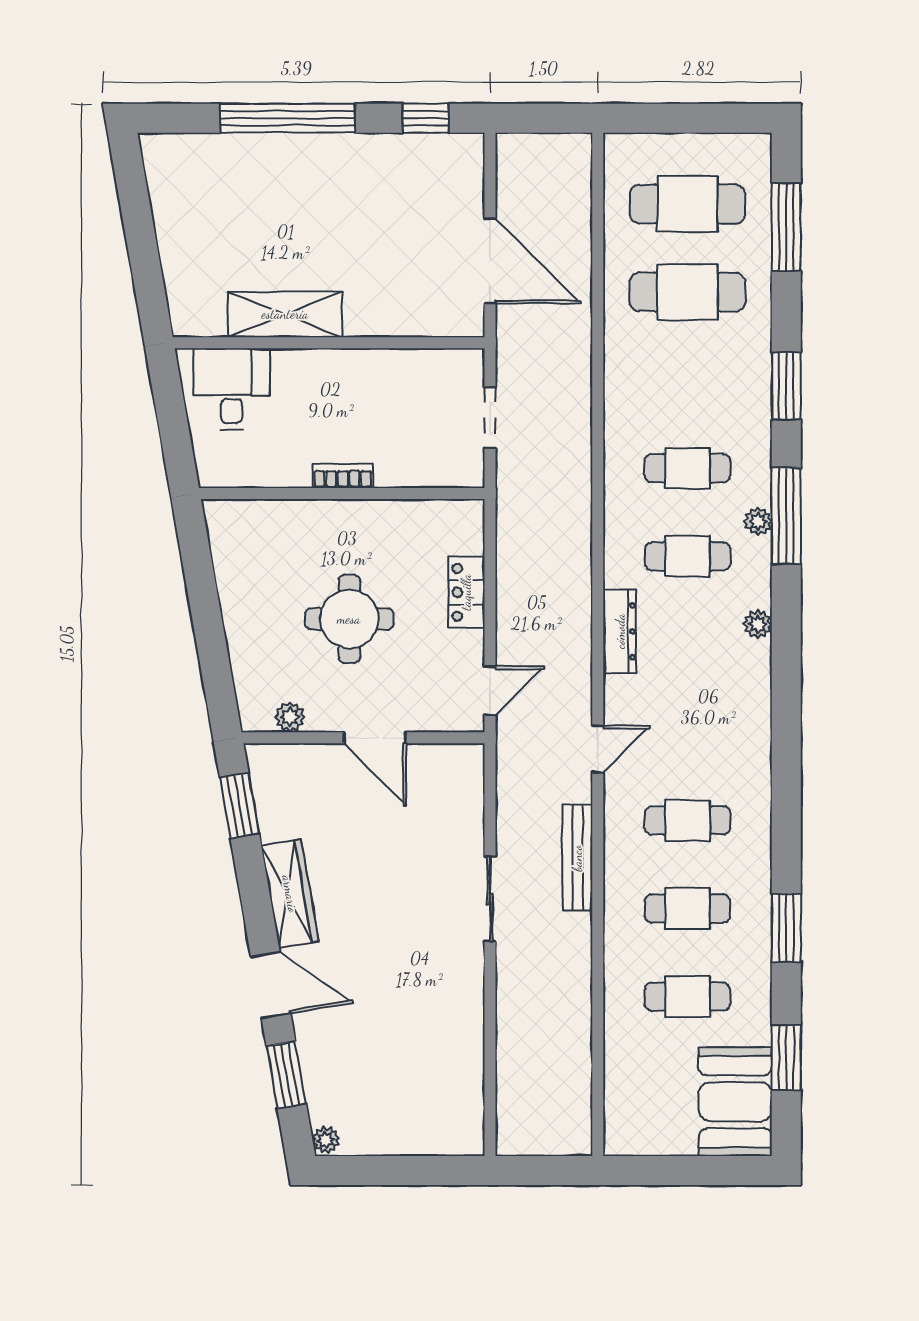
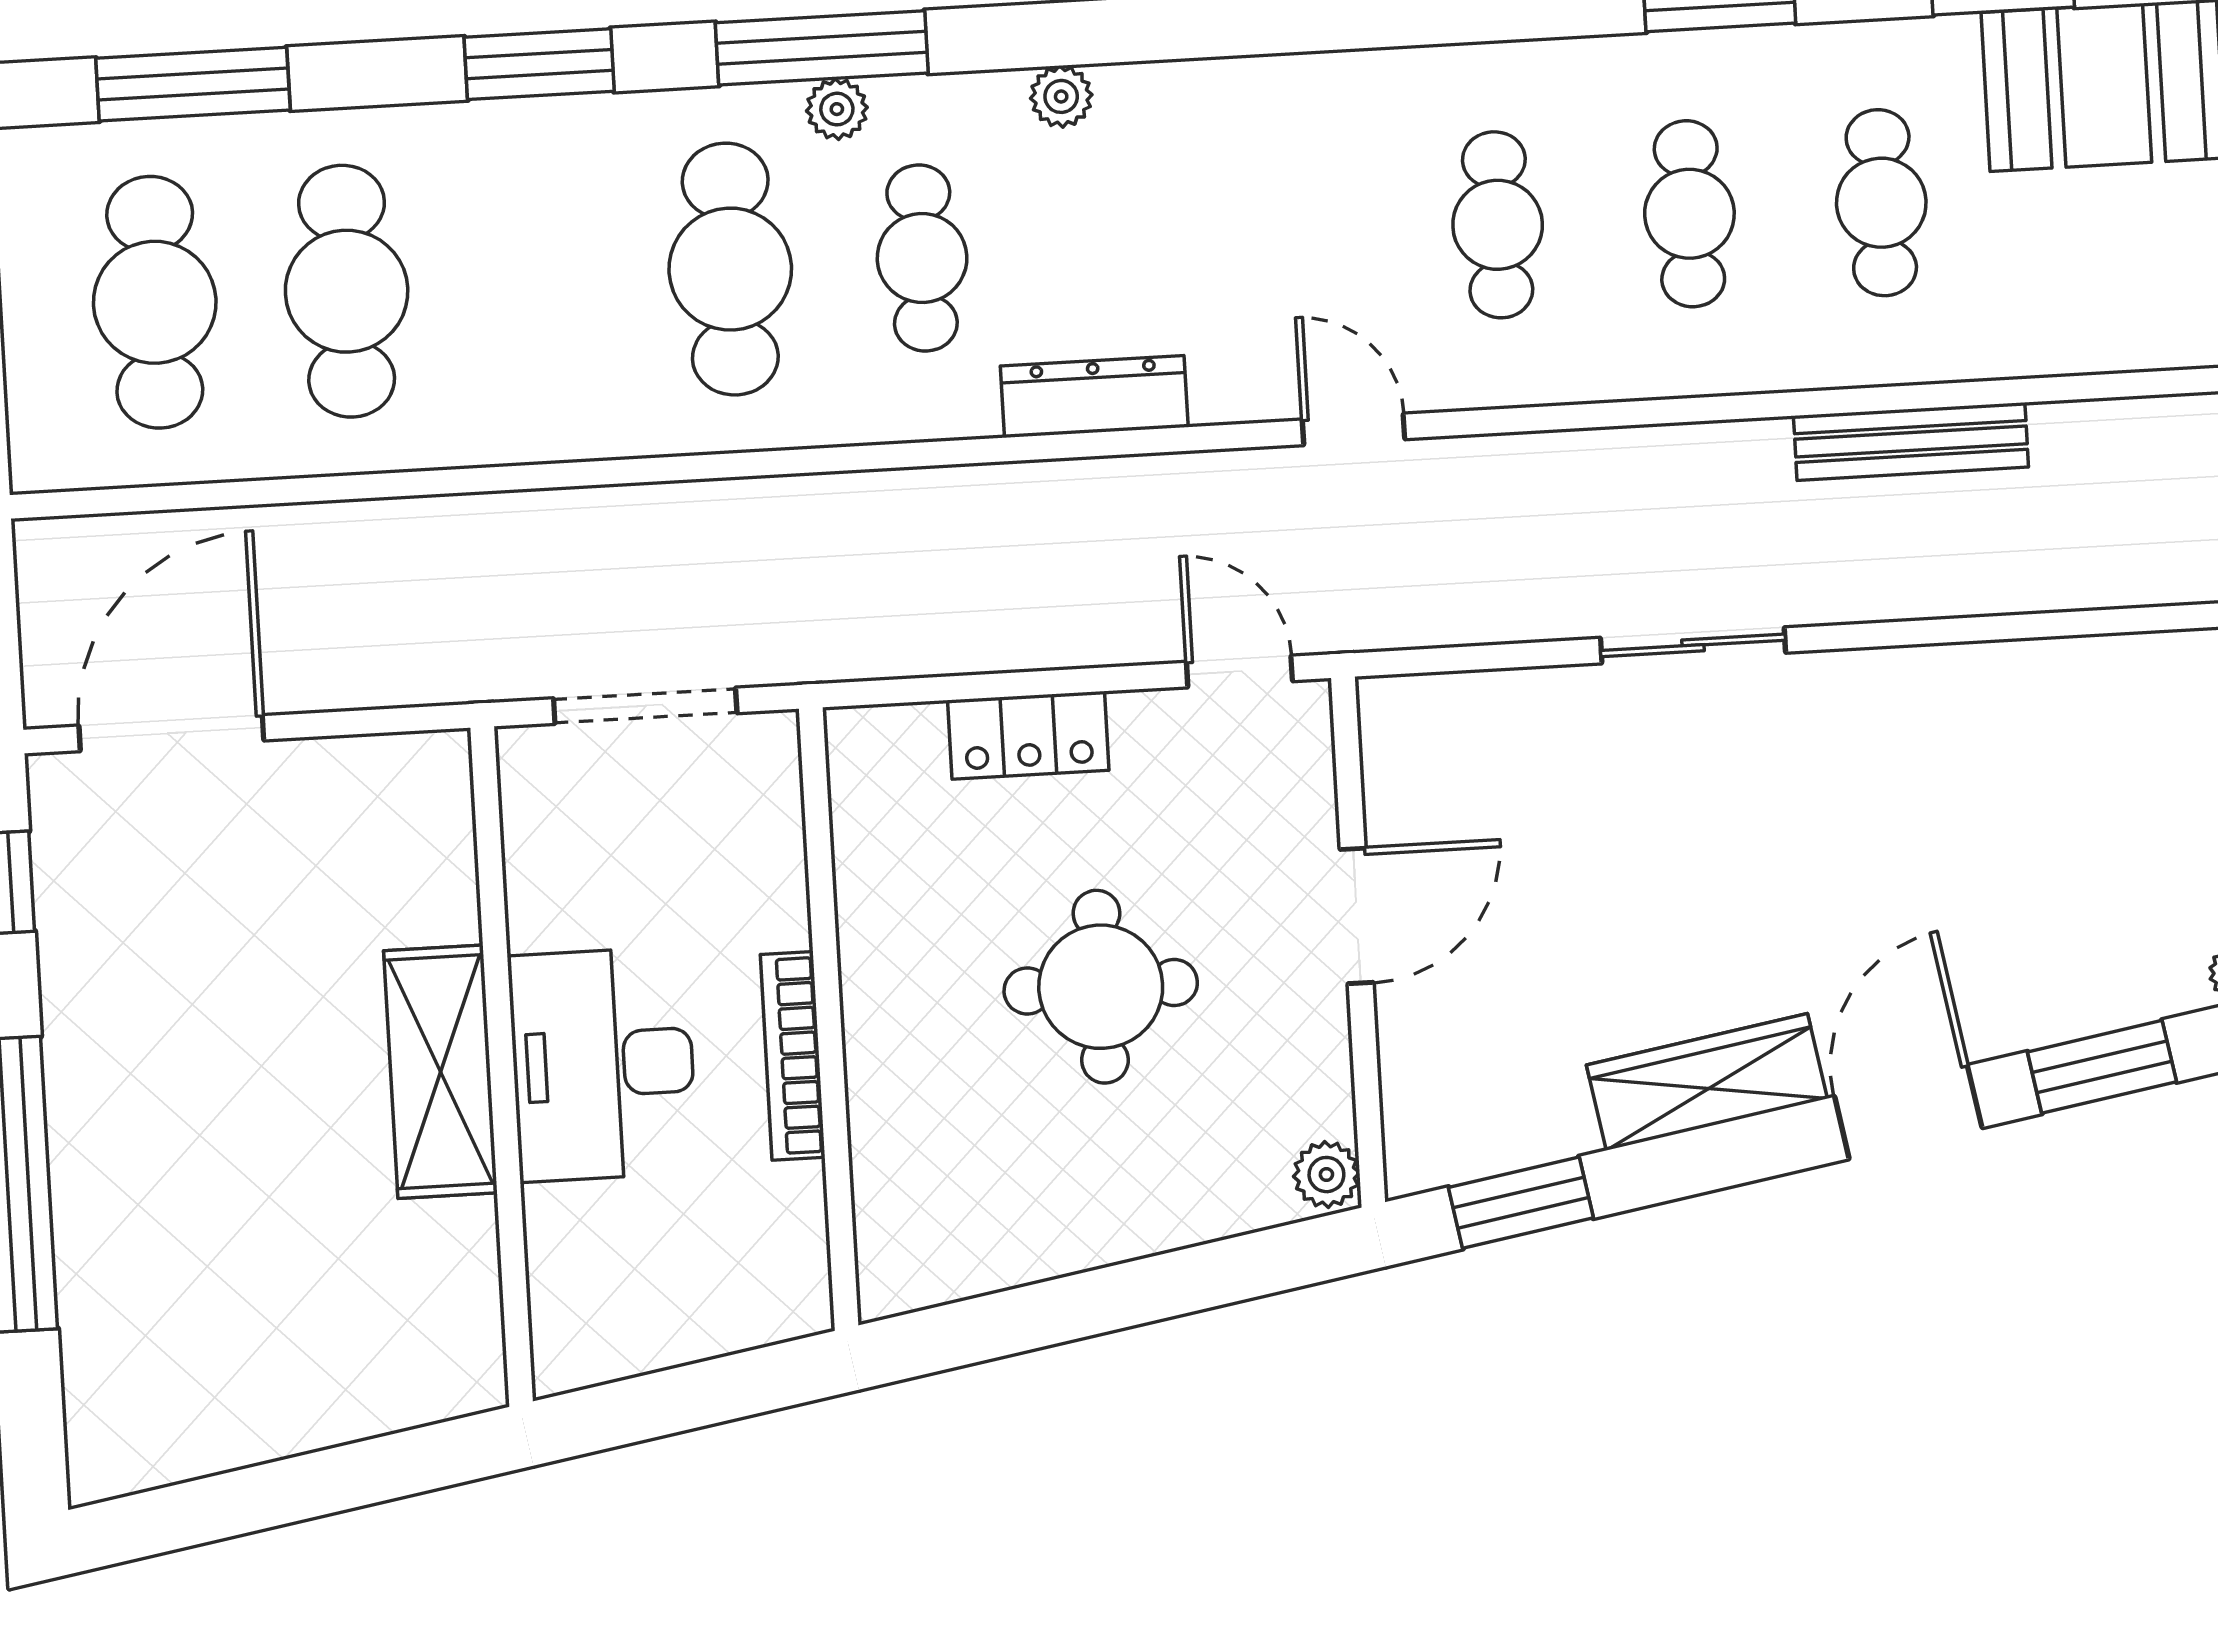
door: (490, 261) -> (171, 733), moved
shelving: (285, 314) -> (440, 1072), moved
desk: (232, 389) -> (603, 1064), moved, width x1.37
doorway: (490, 418) -> (645, 706), width x1.38
cafe table: (687, 468) -> (730, 269), width x1.37, depth x1.35
bookcase: (343, 476) -> (793, 1056), width x1.56
plant: (290, 717) -> (1326, 1175), moved
bench: (577, 858) -> (1911, 442), moved

